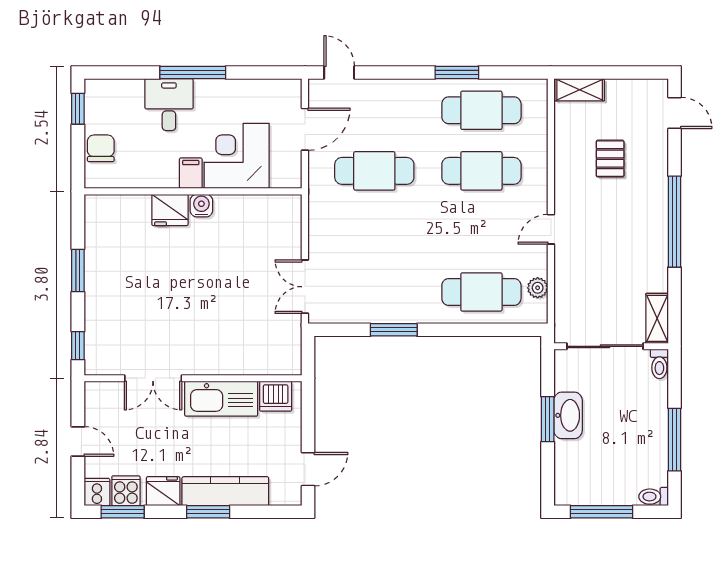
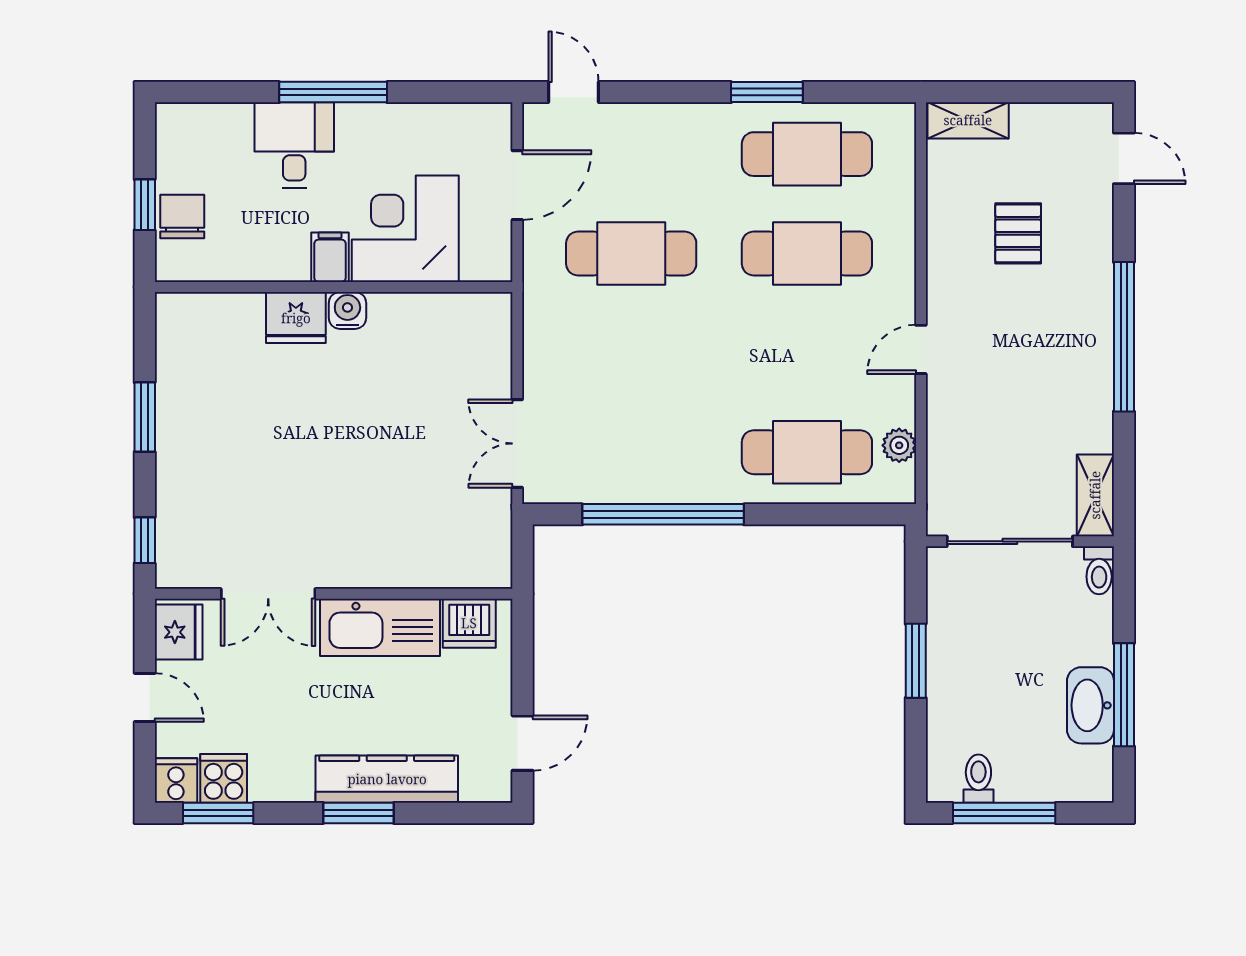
window: (78, 109) -> (145, 205), moved
window: (394, 330) -> (663, 514), width x2.11
washbasin: (568, 415) -> (1090, 705), moved, turned 180
fridge: (163, 491) -> (179, 632), moved, turned 90
toilet: (654, 497) -> (978, 779), moved, turned 90

